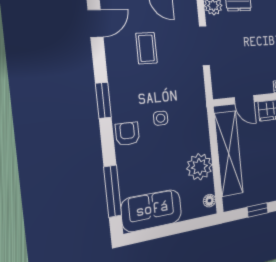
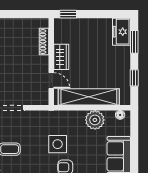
door: (244, 100) -> (51, 81), hinge flipped
side table: (161, 118) -> (58, 144), width x1.87, depth x1.87

